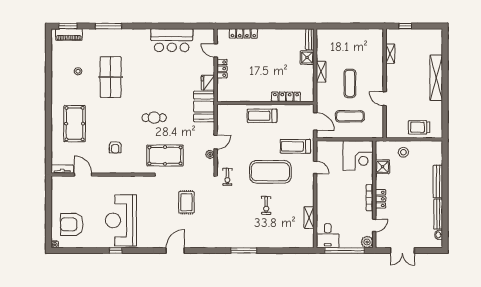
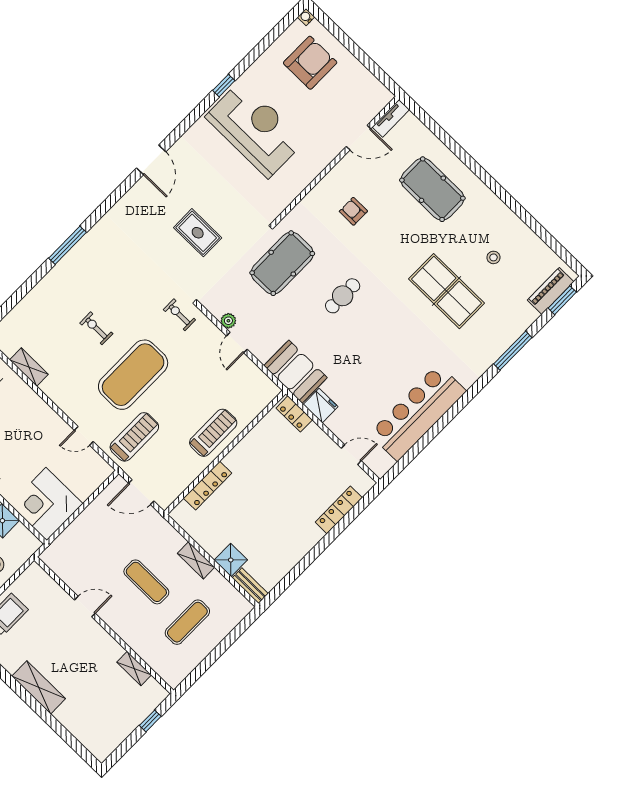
bar counter: (172, 40) -> (418, 412), width x1.36
locker: (222, 69) -> (294, 414), moved
shelving: (436, 78) -> (39, 687), width x0.68
exercise mat: (350, 116) -> (187, 622), moved

